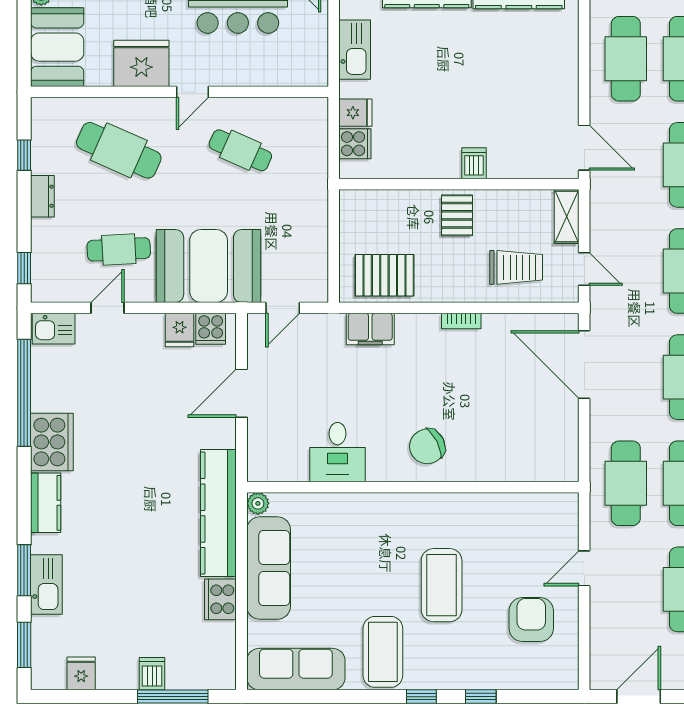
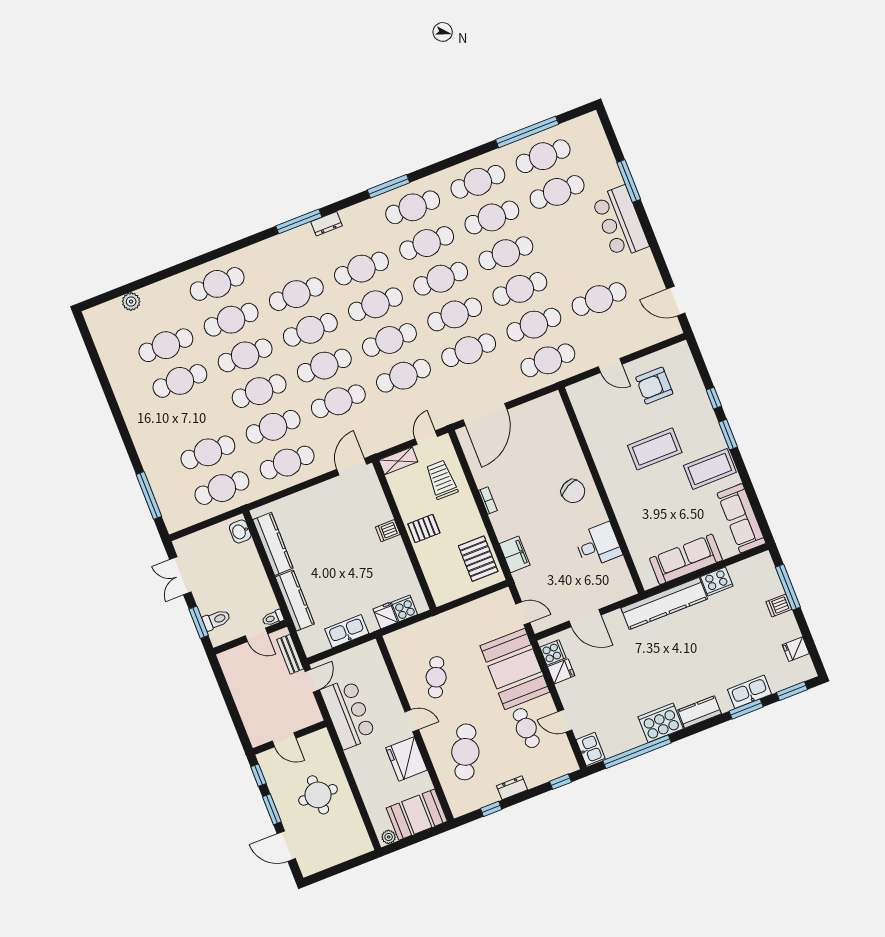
plant: (258, 503) -> (649, 581), removed
window: (421, 697) -> (728, 435), width x1.50

